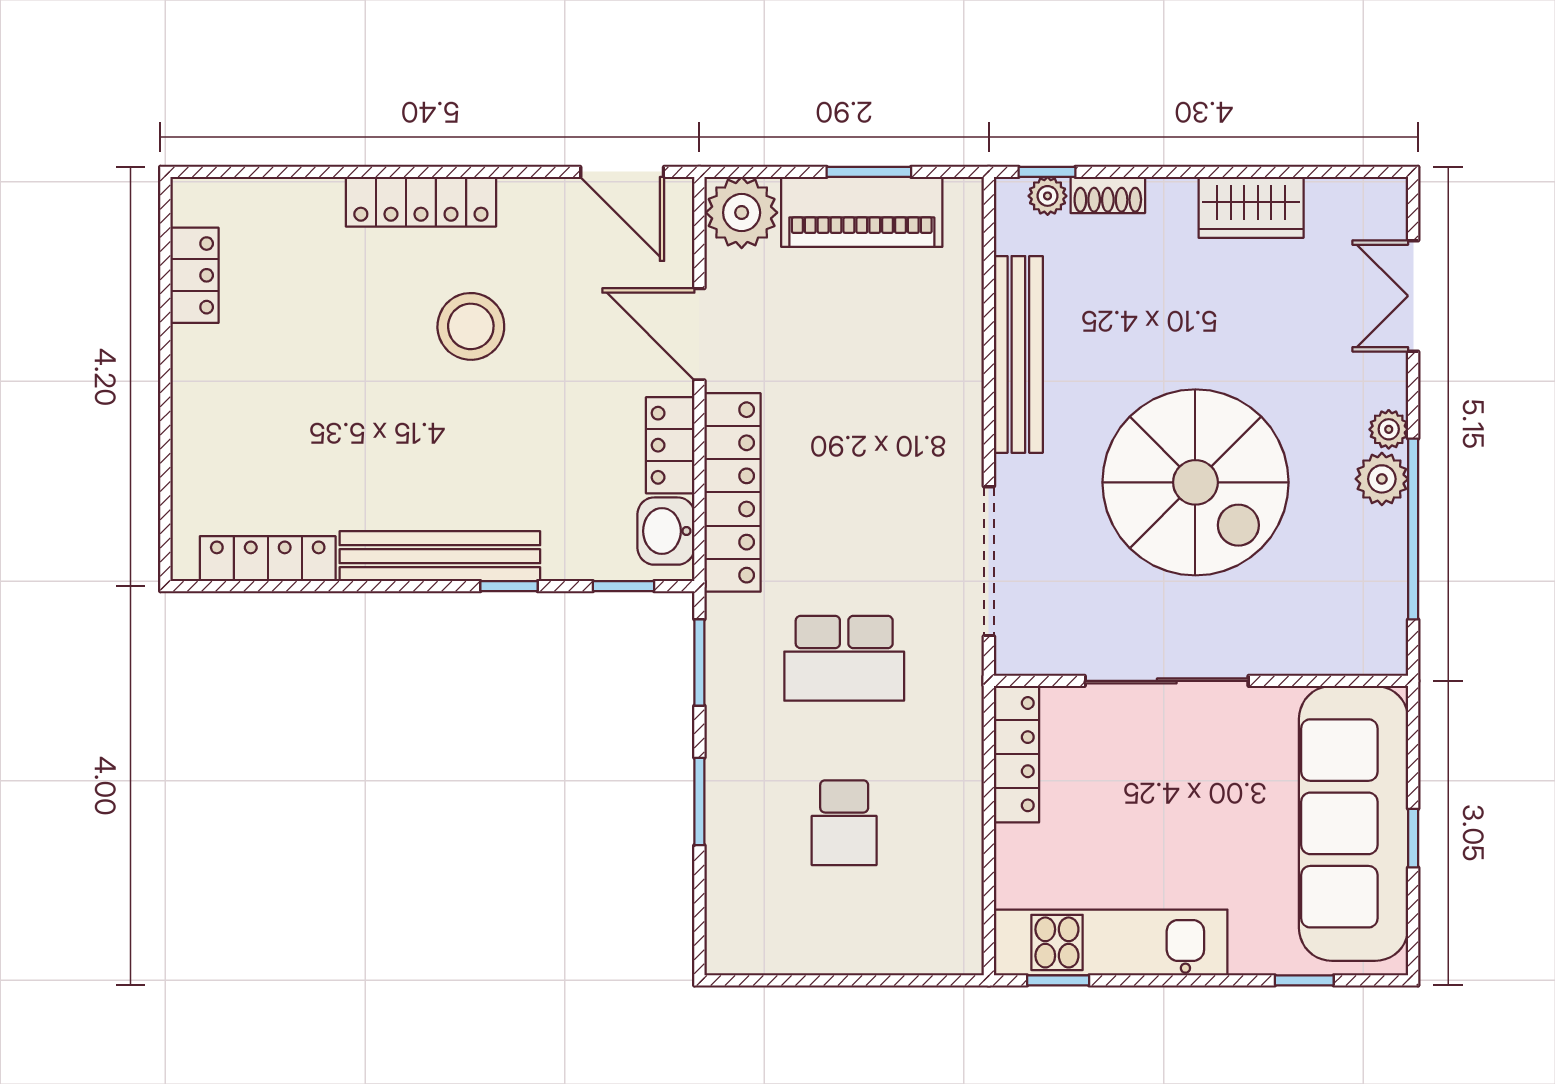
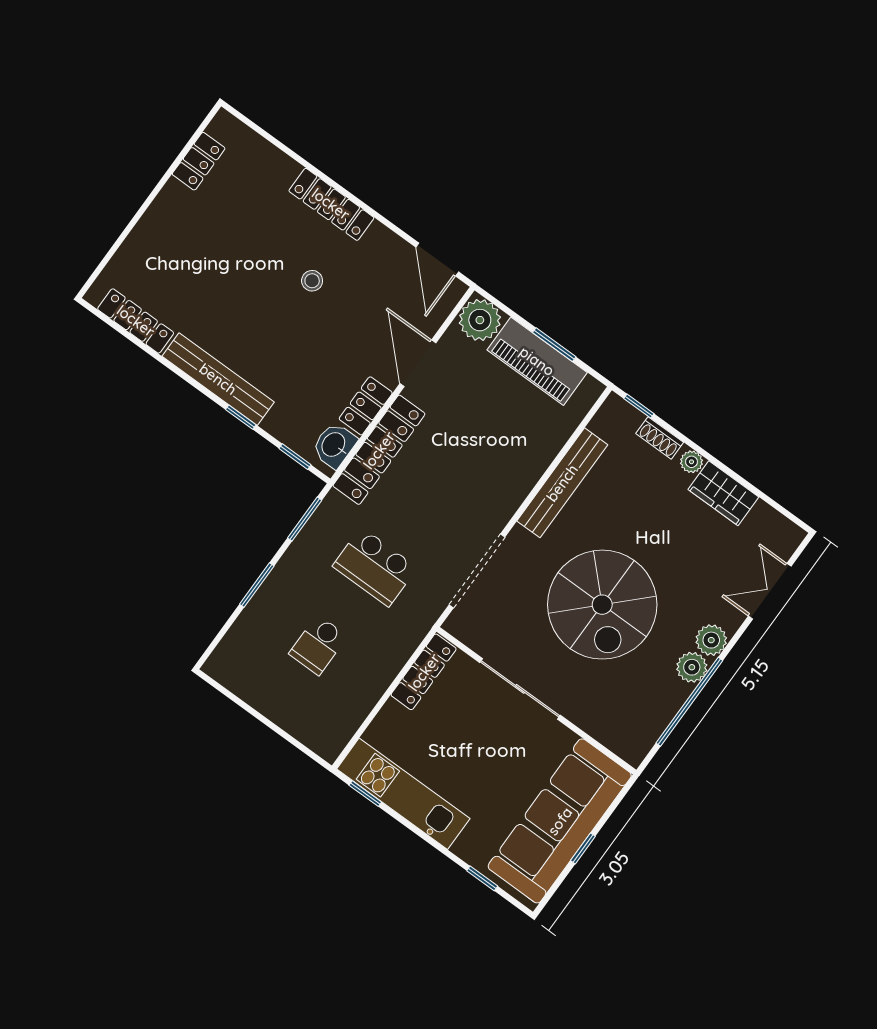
plant: (1048, 196) -> (691, 462), moved
stool: (471, 326) -> (312, 281), width x0.53, depth x0.53
plant: (1389, 429) -> (711, 640), width x1.38, depth x1.38

